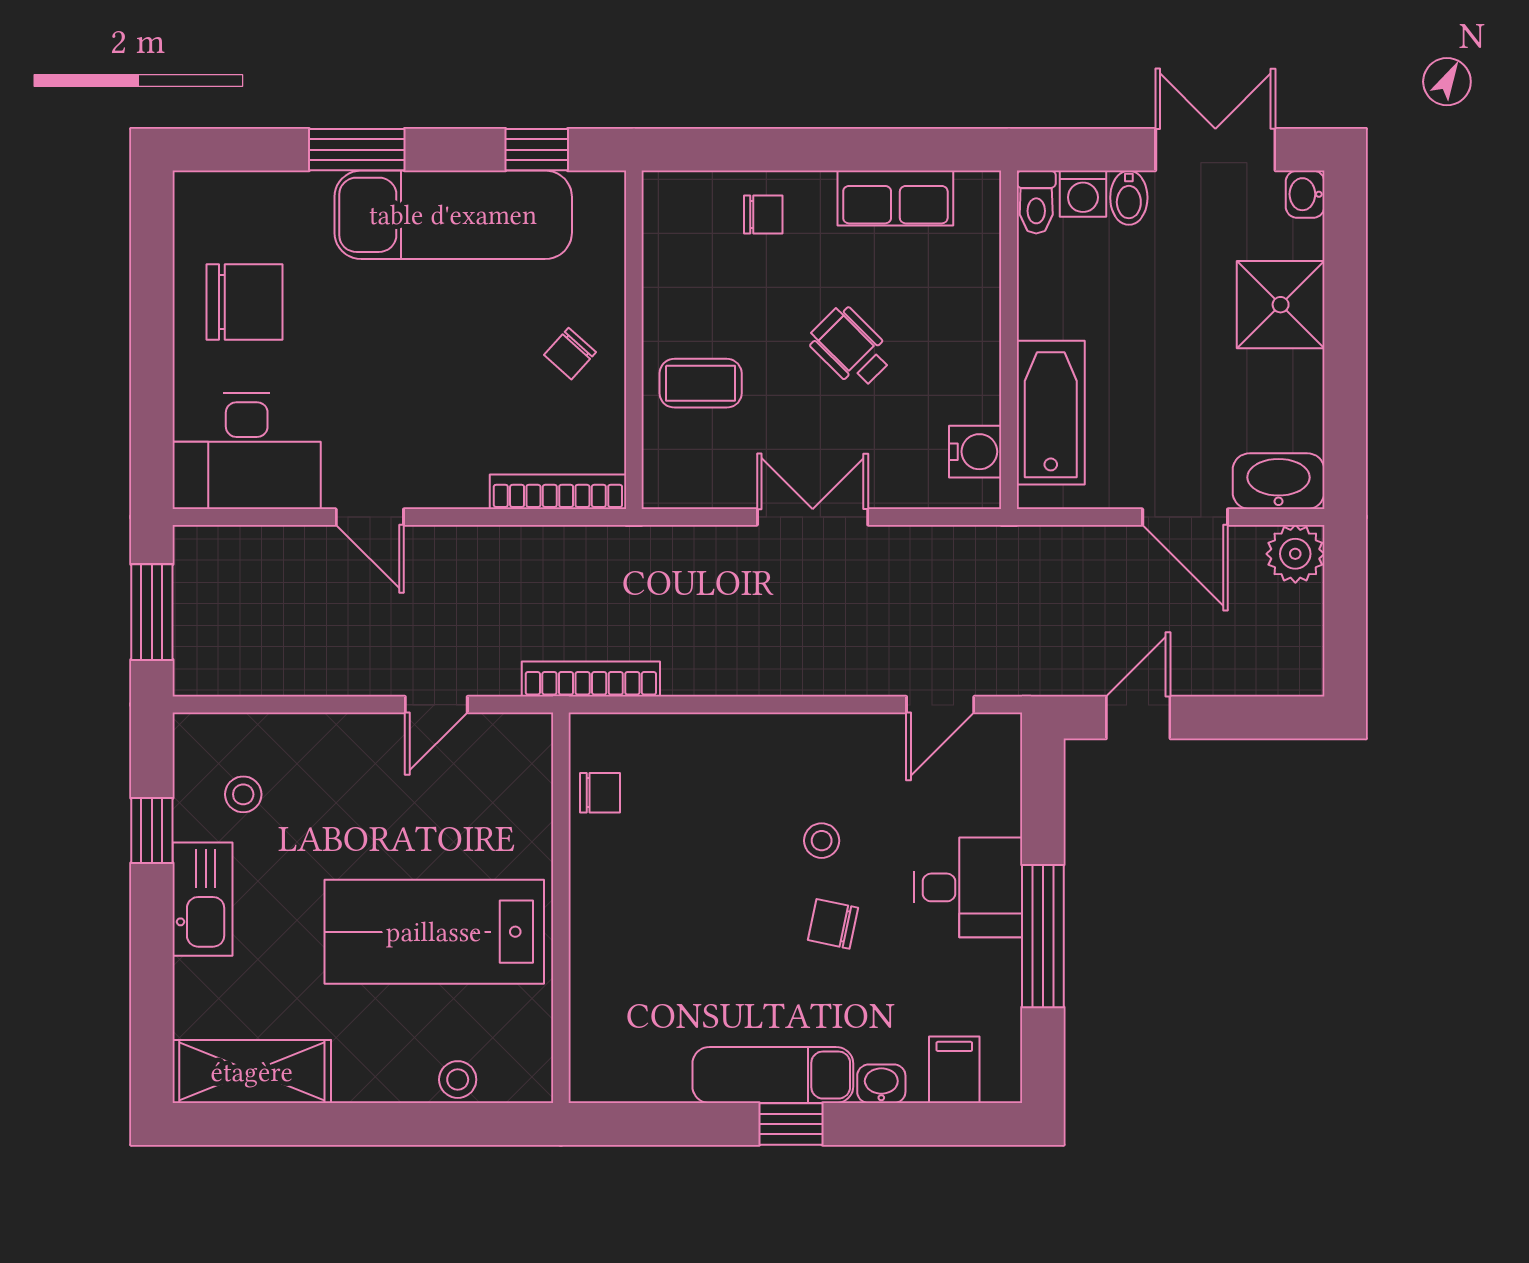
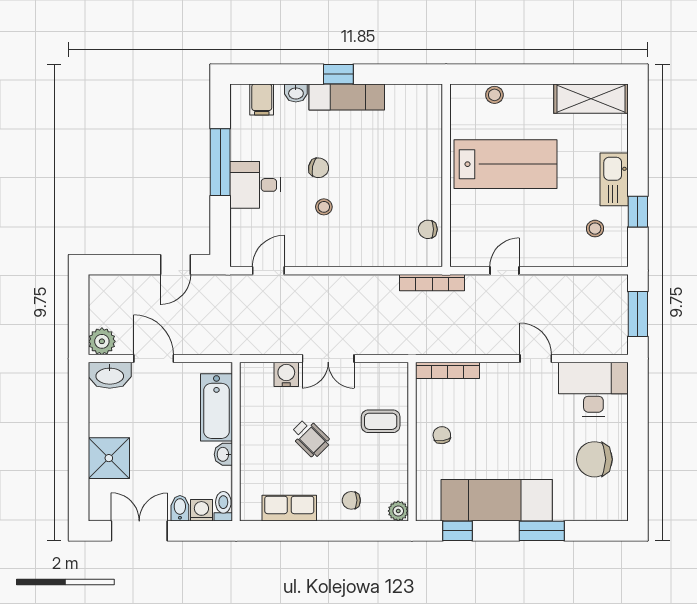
double door: (1215, 150) -> (139, 531), swing flipped
plant: (663, 192) -> (398, 511), added
washbasin: (1305, 194) -> (223, 454), moved, turned 180
chair: (570, 354) -> (442, 435), turned -50
water cooler: (975, 452) -> (286, 374), moved, turned 90

